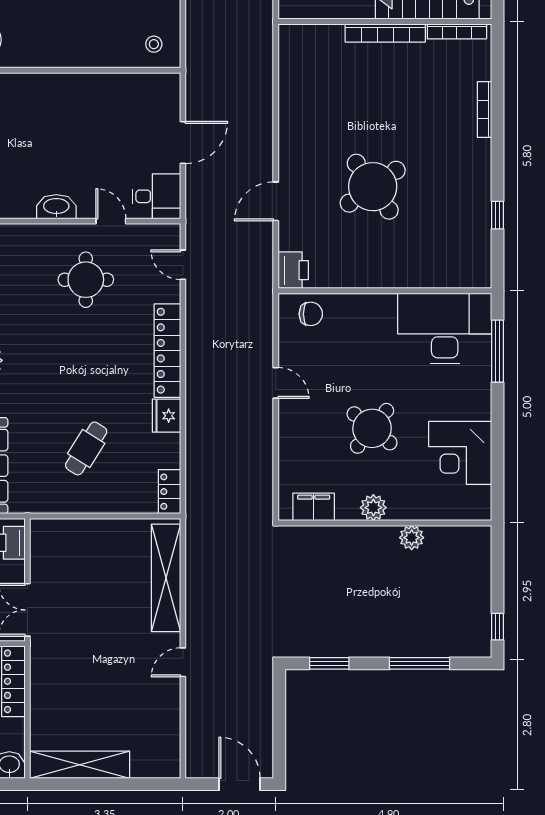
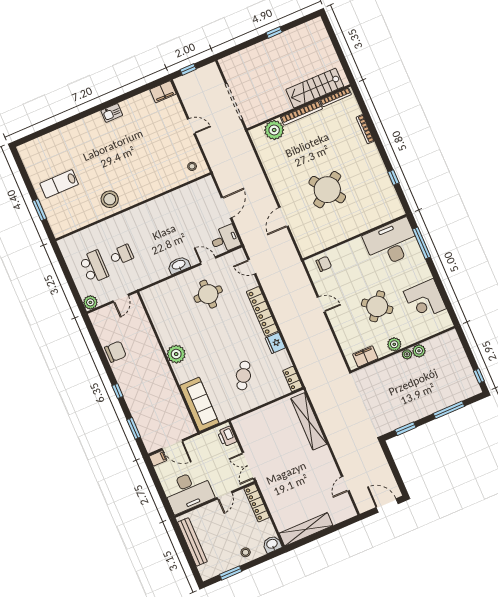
plant: (325, 42) -> (274, 130), added
printer: (293, 270) -> (306, 246), removed
plant: (388, 535) -> (407, 354), added
door: (183, 662) -> (345, 484), moved

